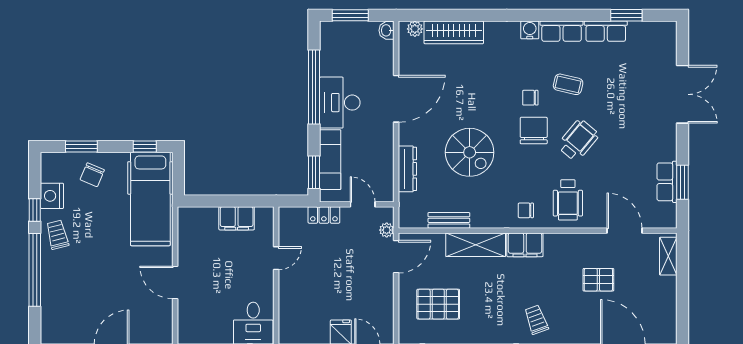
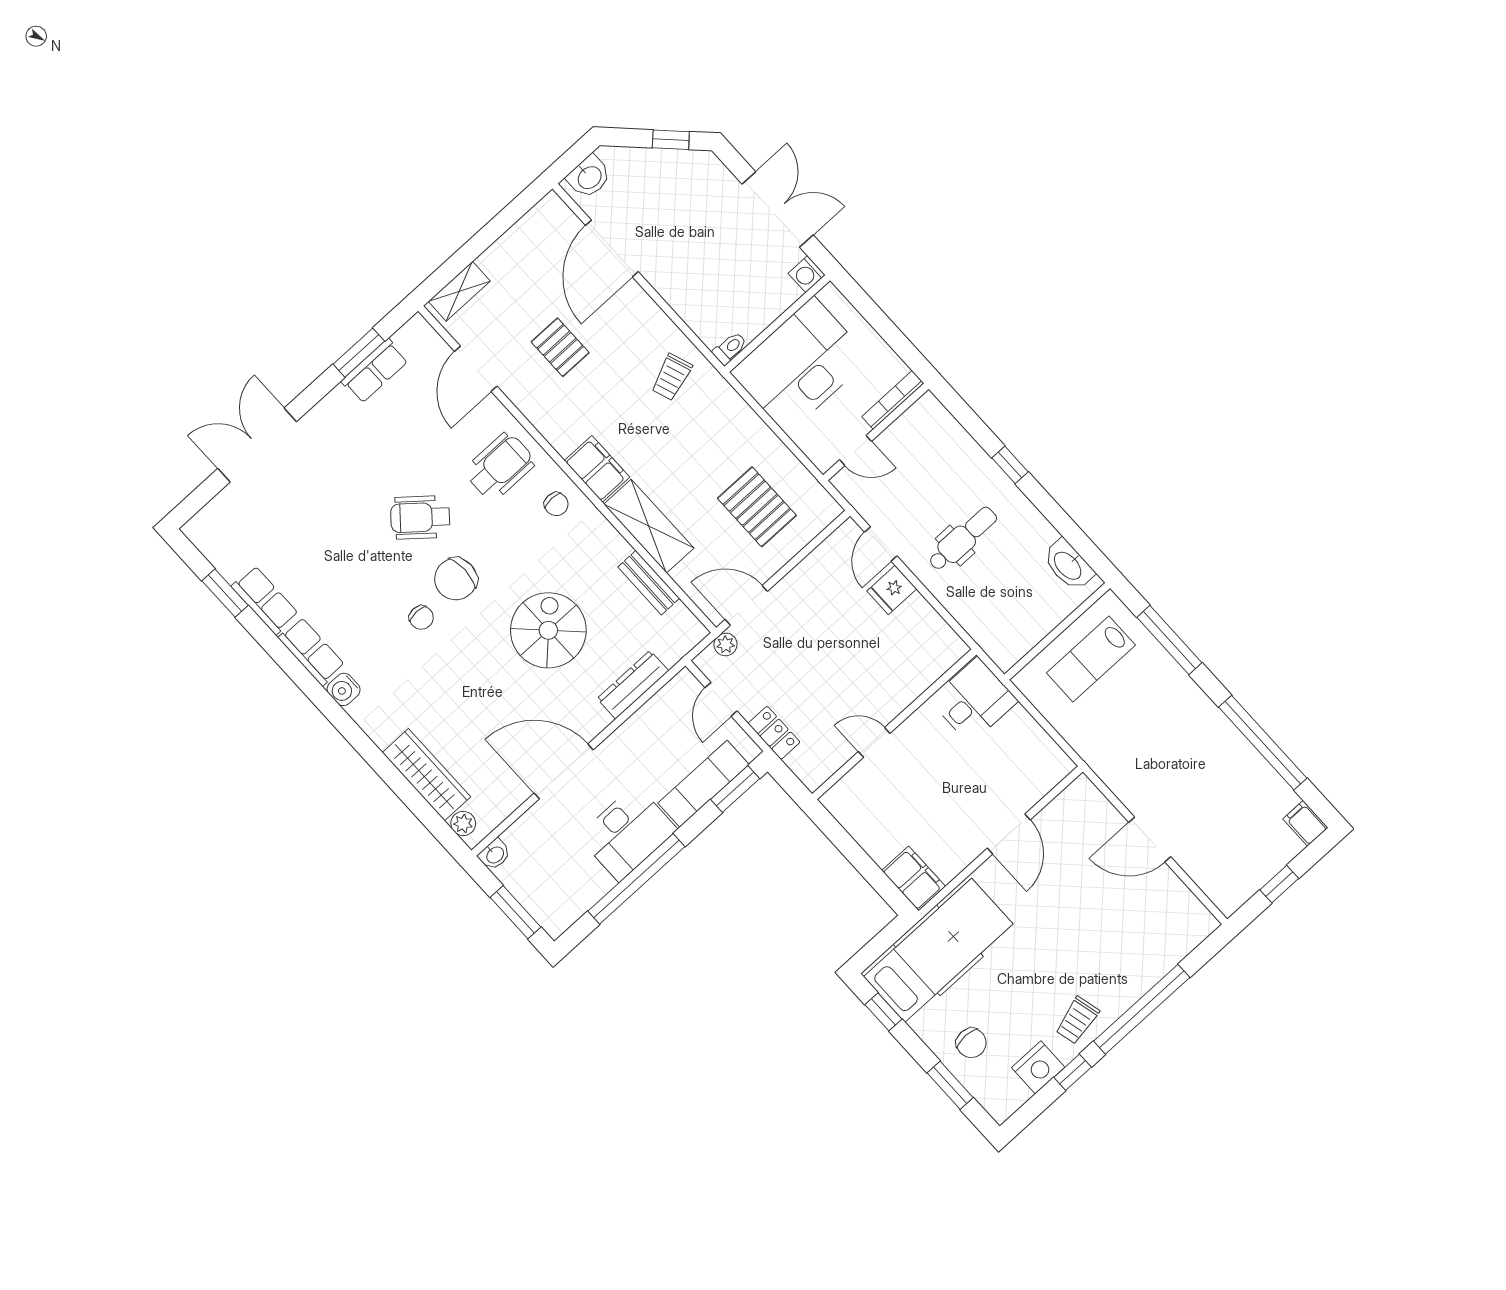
coffee table: (568, 84) -> (366, 588), removed
chair: (92, 175) -> (971, 1043), turned 67
filing cabinet: (237, 218) -> (914, 878), moved

